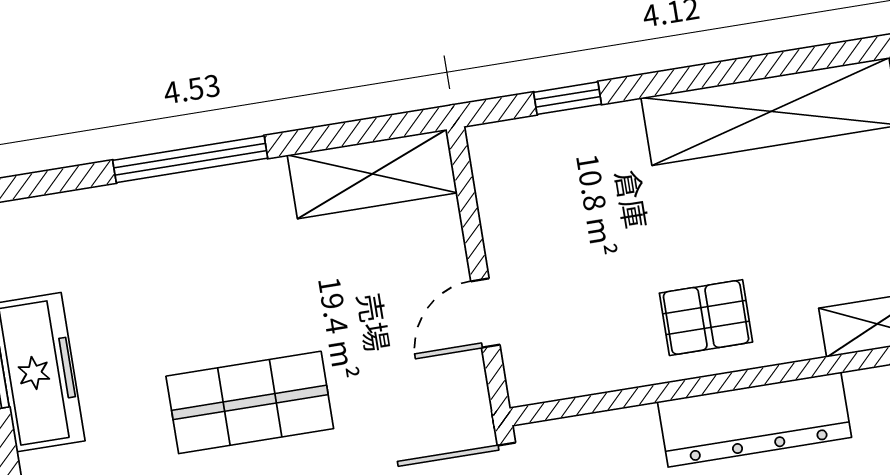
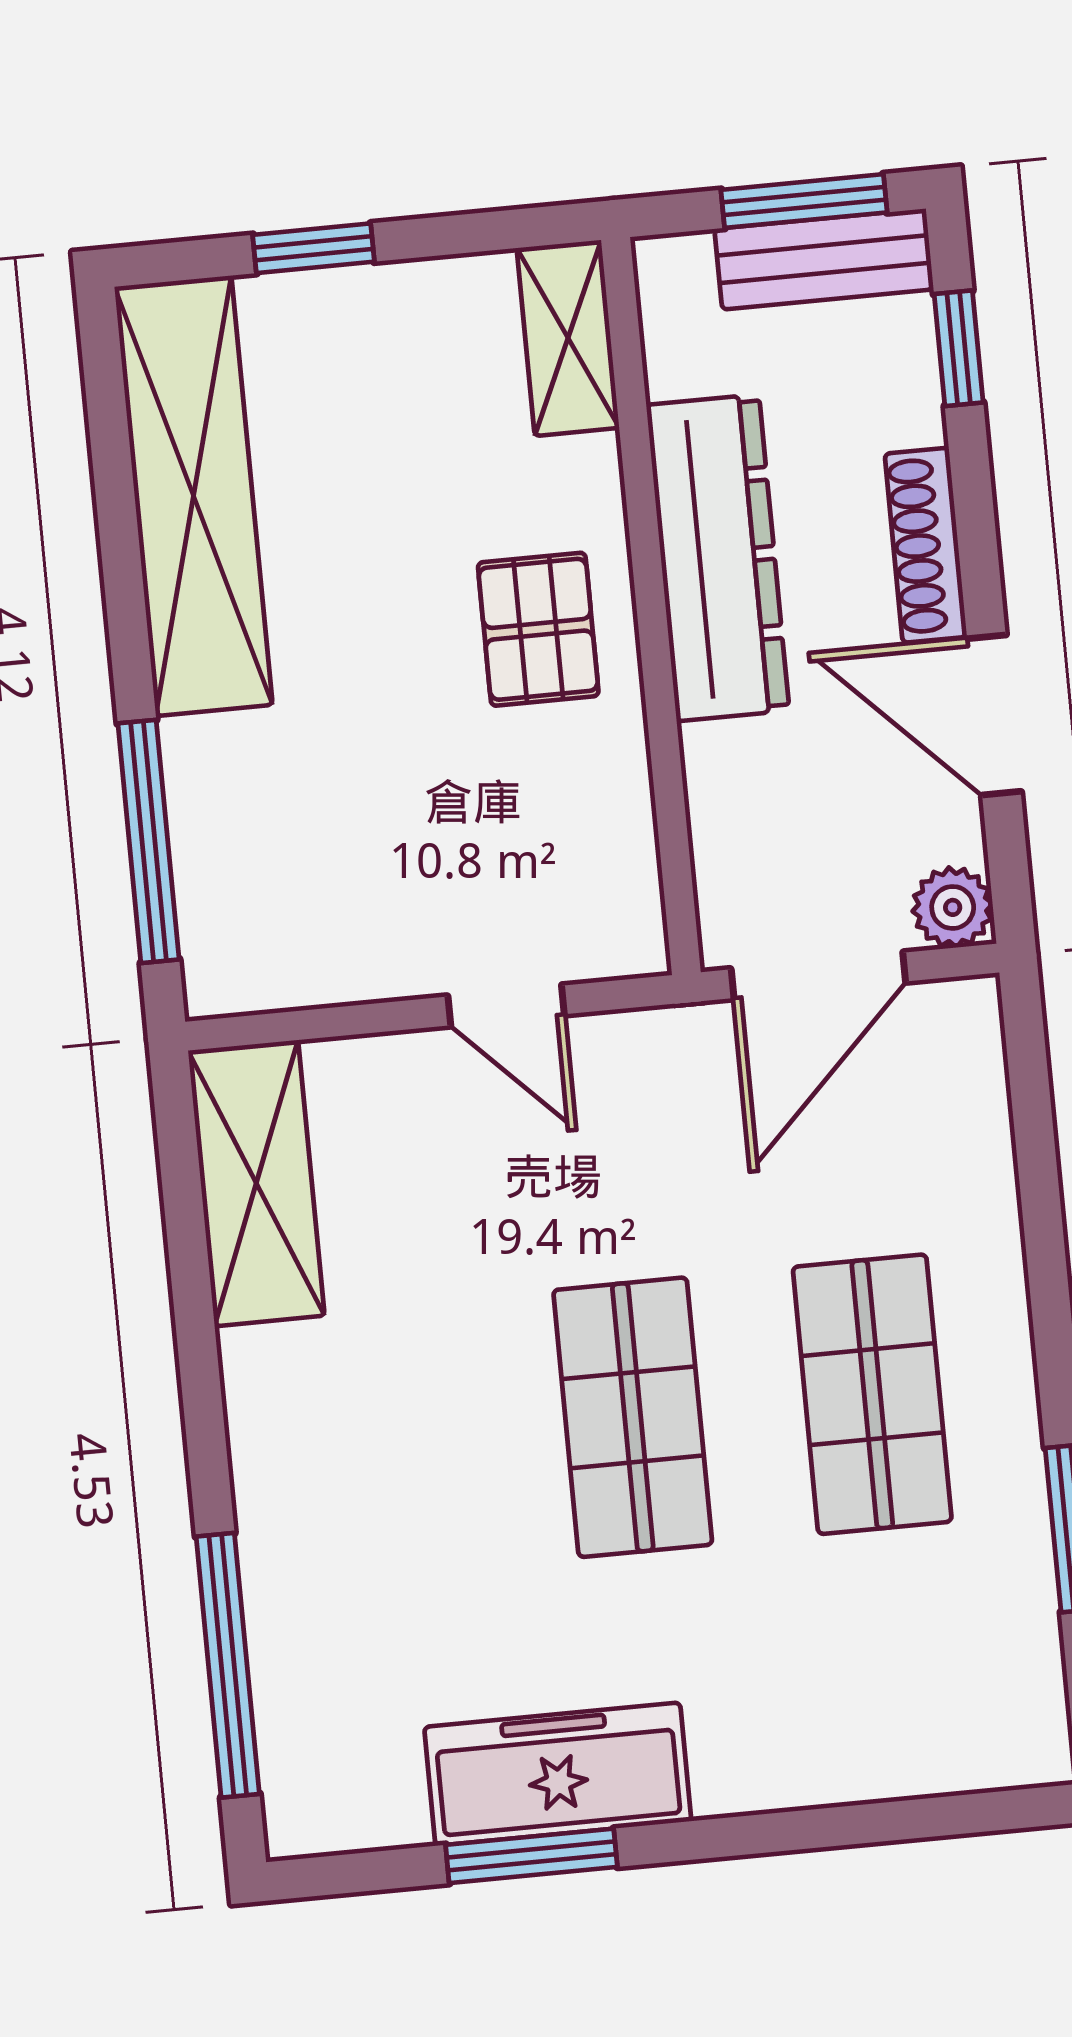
window: (568, 98) -> (148, 841), width x2.17
window: (190, 159) -> (228, 1665), moved

